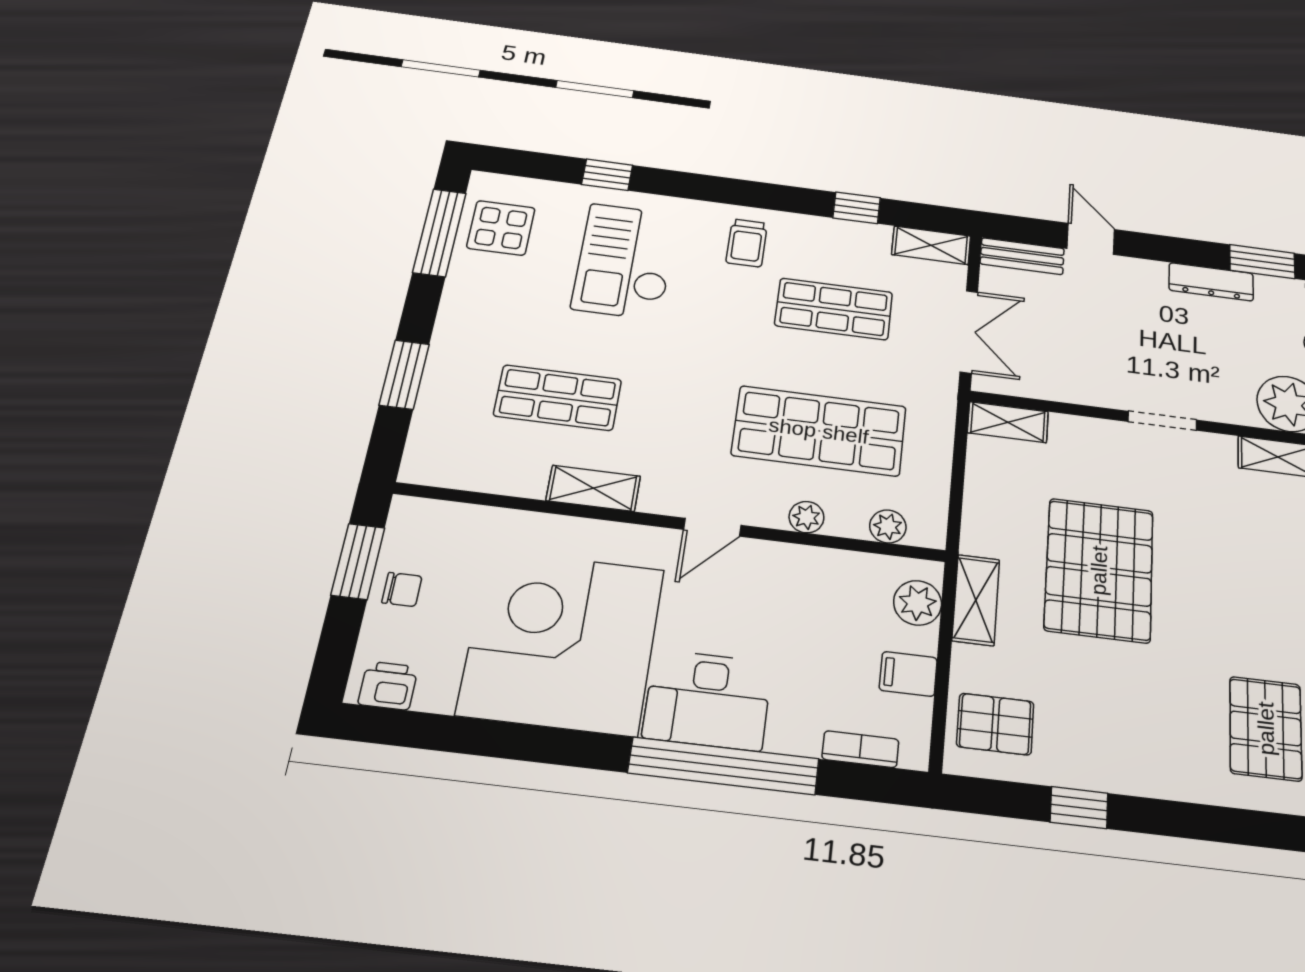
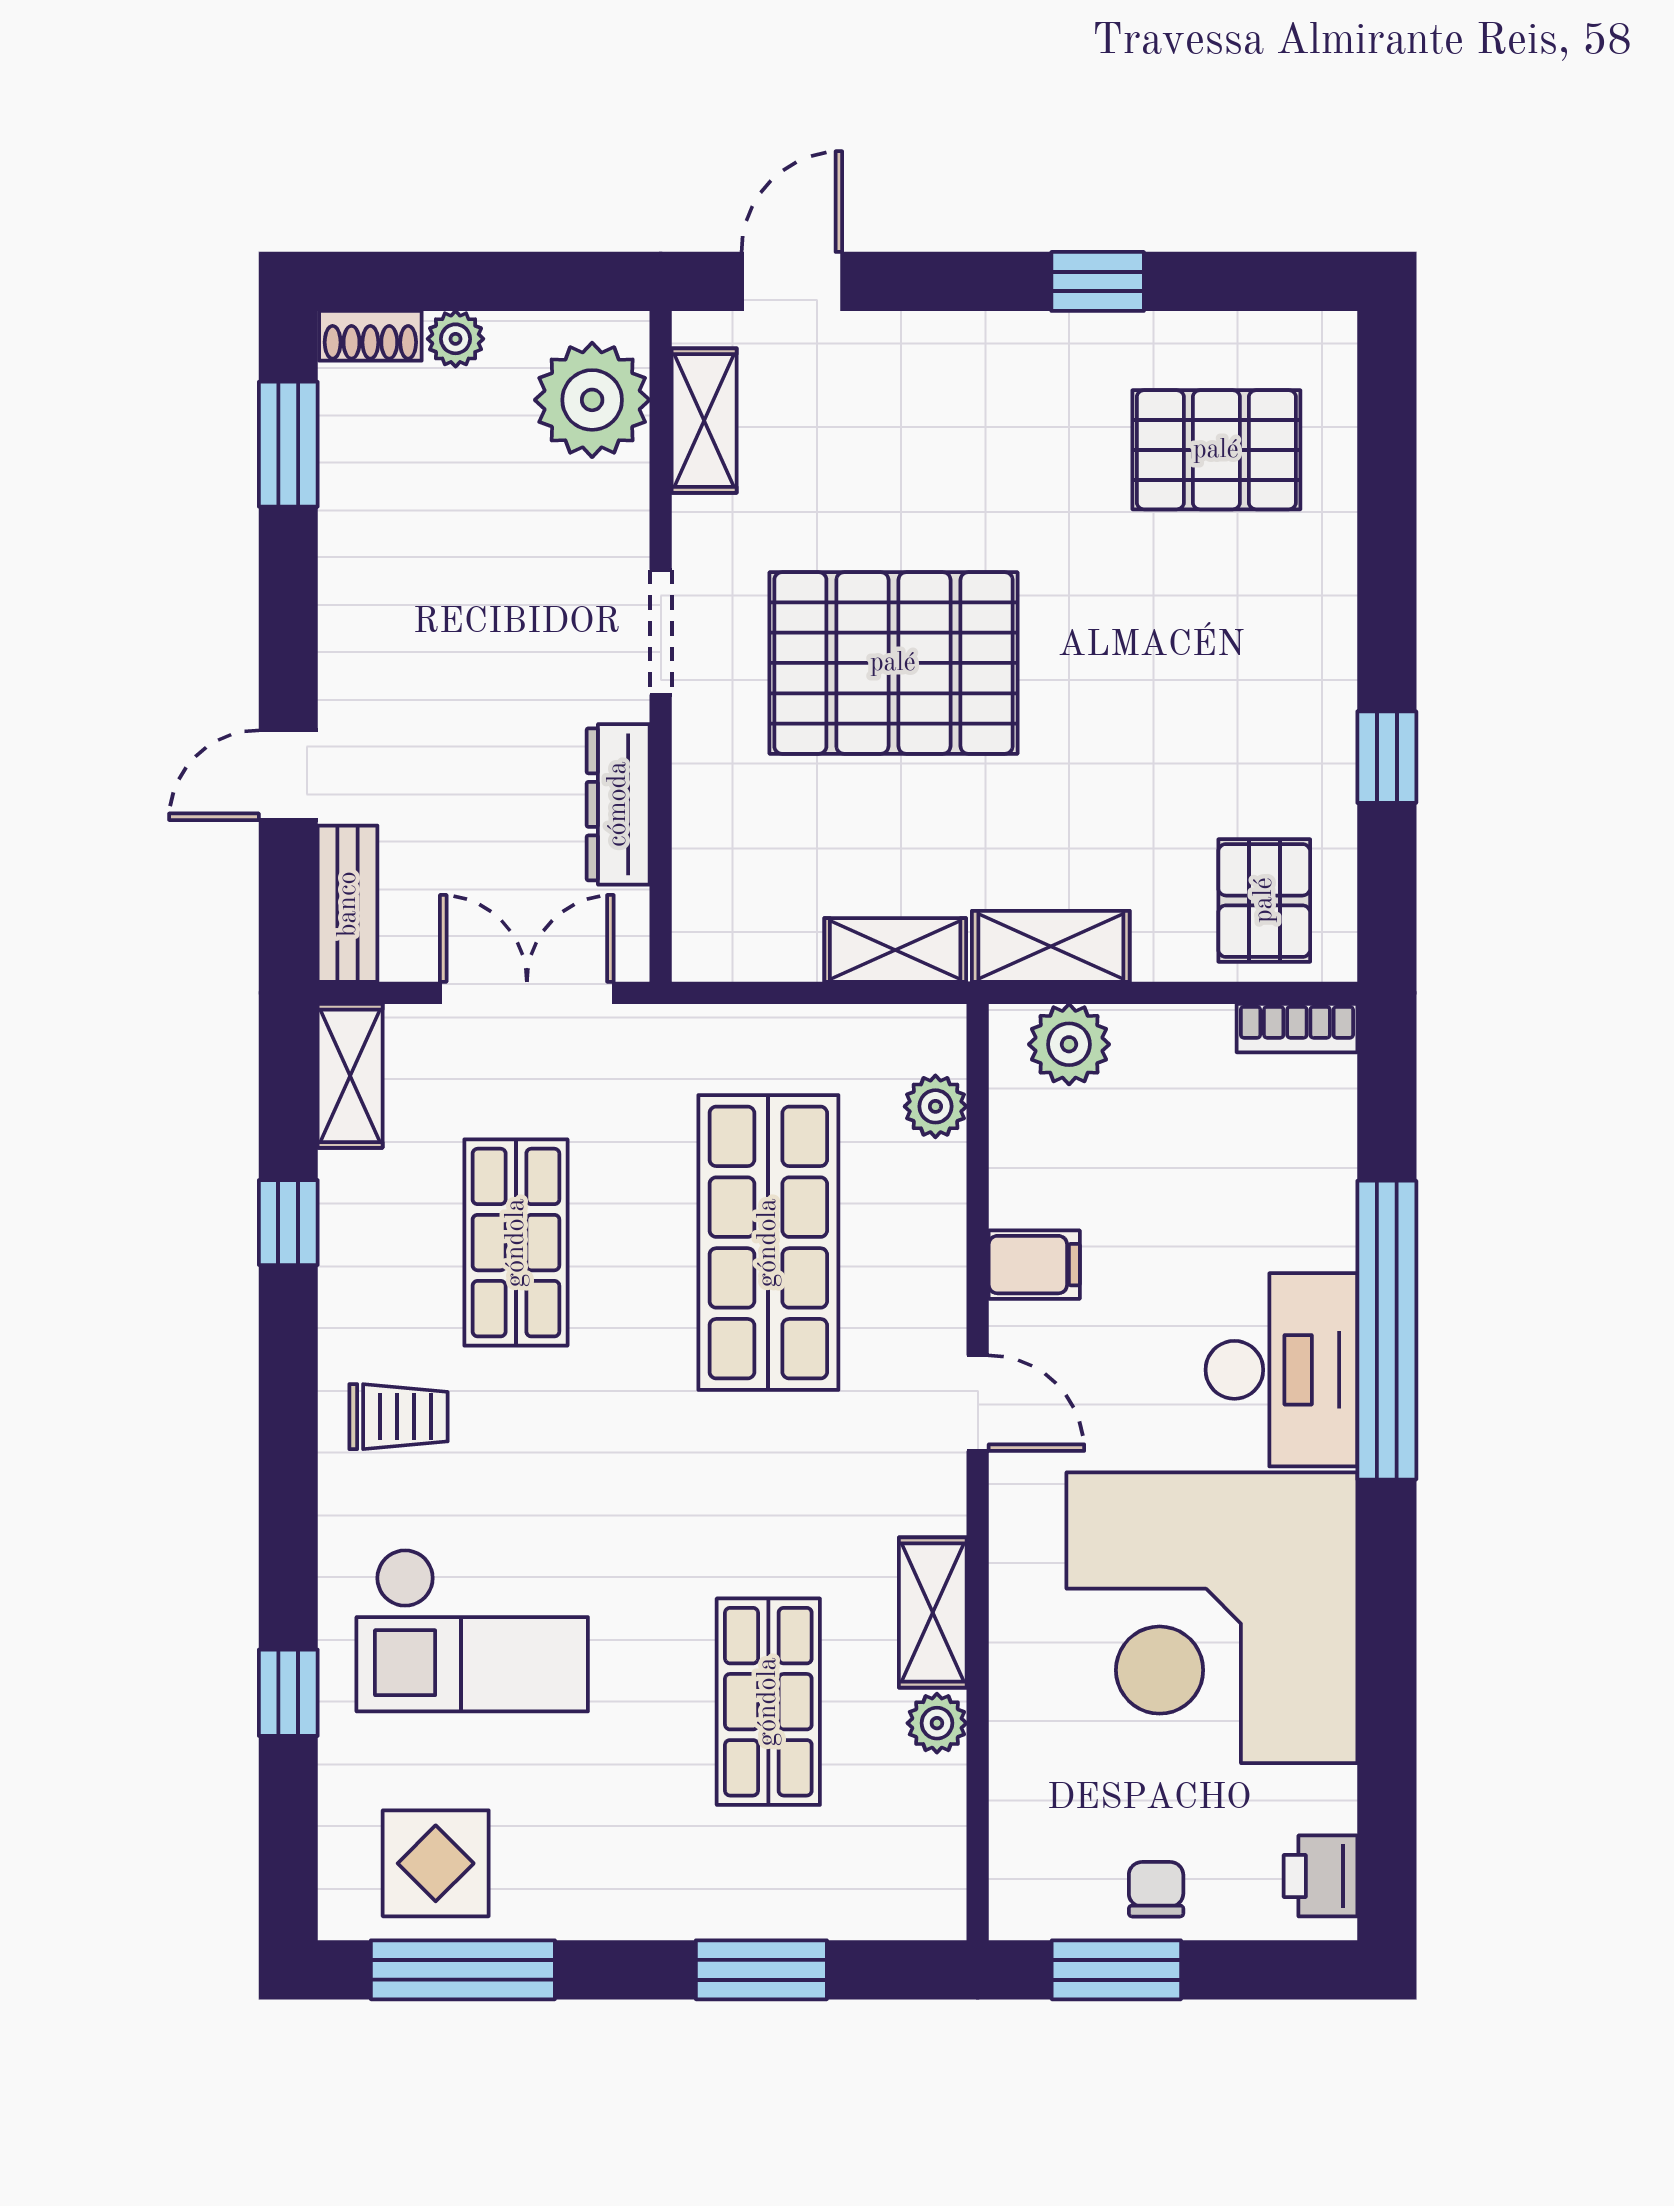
dresser: (1211, 282) -> (618, 804), moved, turned 180
shelving: (1008, 422) -> (895, 950), moved, turned 90
plant: (806, 517) -> (937, 1723), moved
pallet: (1099, 570) -> (893, 663), moved
filing cabinet: (908, 674) -> (1034, 1265), moved, turned -90
bookcase: (860, 749) -> (1297, 1028), moved, turned -90

